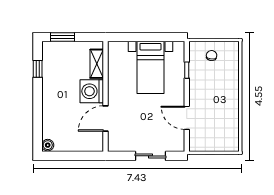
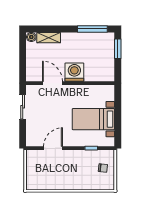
shelving: (97, 64) -> (49, 38), moved
window: (38, 69) -> (92, 29), width x2.17
sliding door: (150, 156) -> (23, 107), moved

